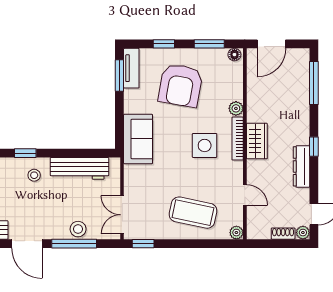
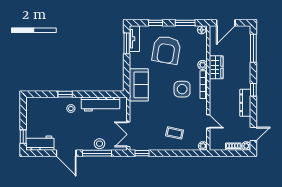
wardrobe: (257, 141) -> (216, 67), moved
coffee table: (193, 213) -> (175, 133), width x0.54, depth x0.58

